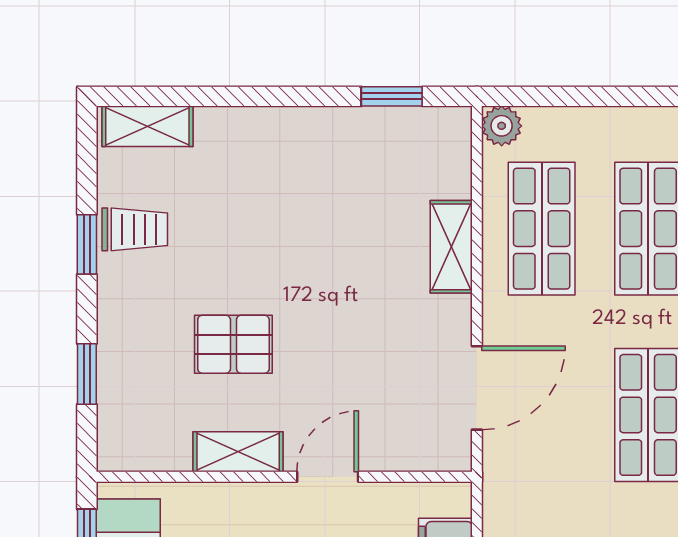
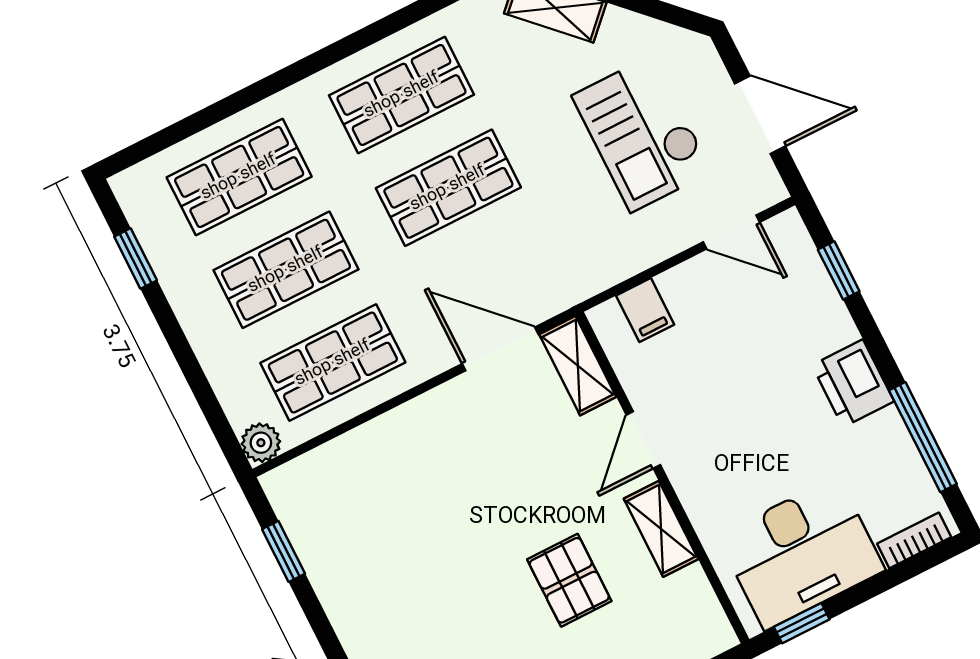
shelving: (451, 247) -> (578, 366), moved, turned 90
door: (328, 477) -> (643, 440), hinge flipped

